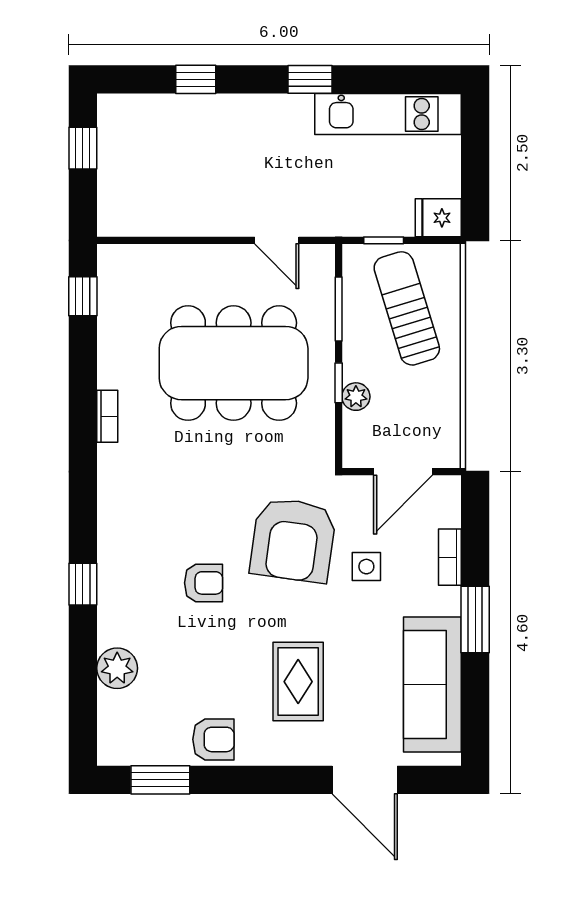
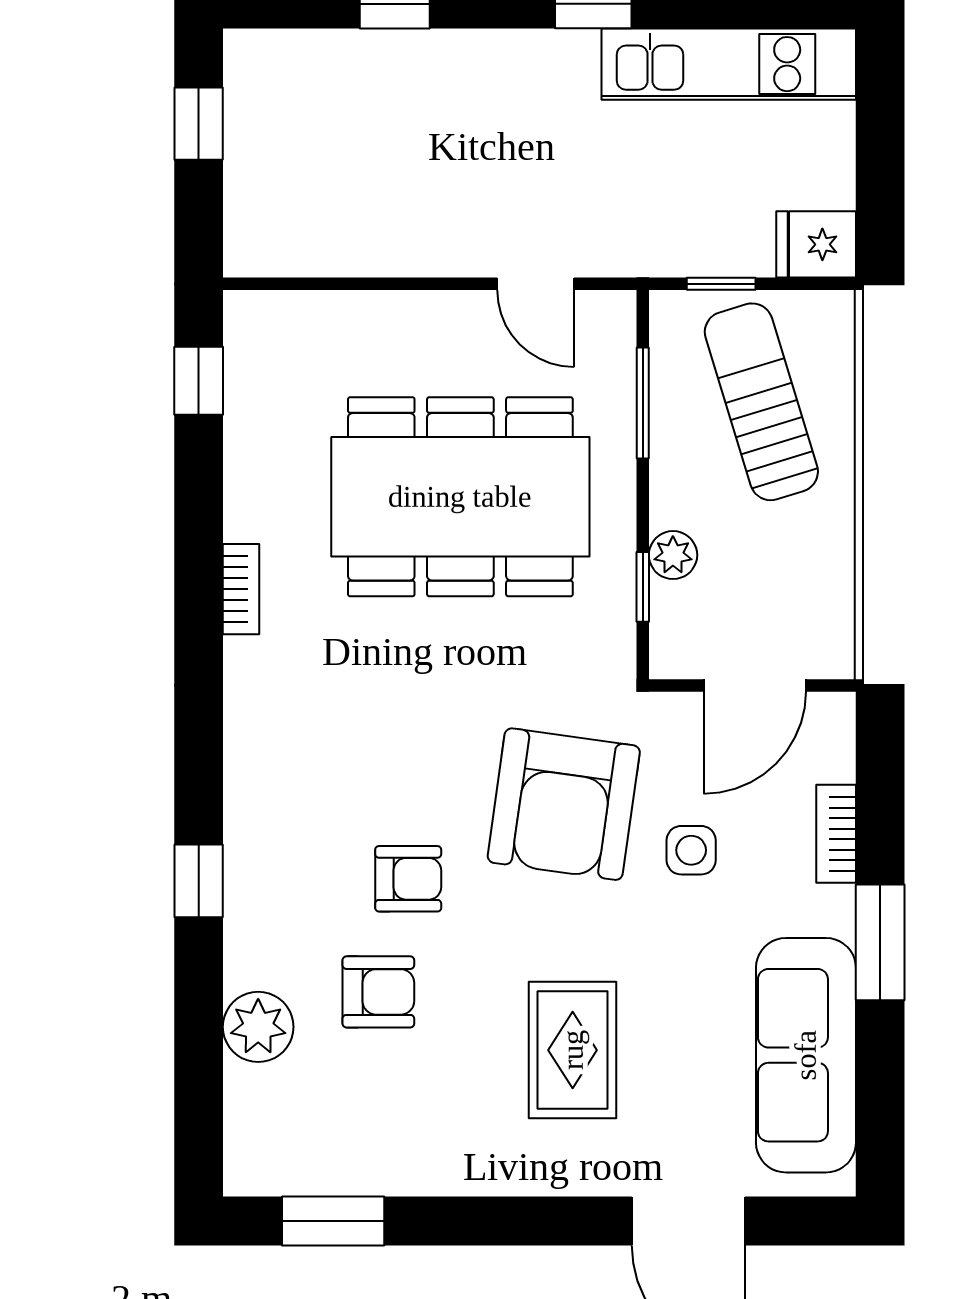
window: (339, 383) -> (643, 587), moved
armchair: (213, 739) -> (378, 992), moved

